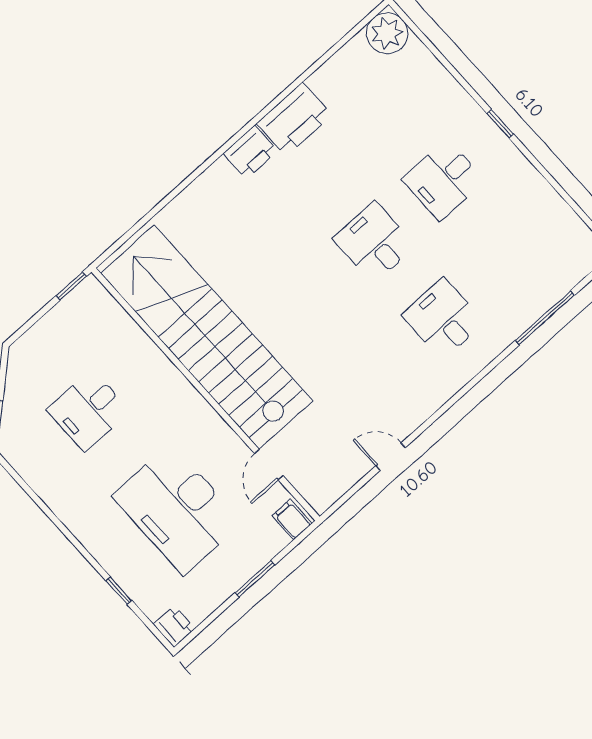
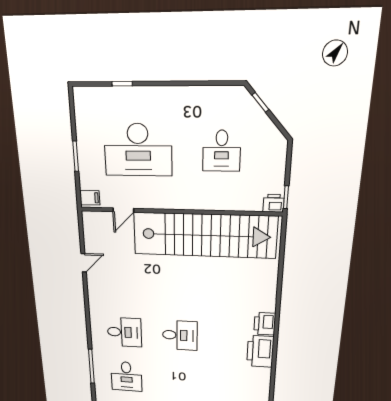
desk: (444, 180) -> (126, 376), moved, turned 180
desk: (88, 410) -> (222, 151), turned 180
door: (269, 465) -> (123, 210), swing flipped
desk: (177, 509) -> (138, 150), turned 180
printer: (174, 626) -> (274, 203), moved, turned 180

